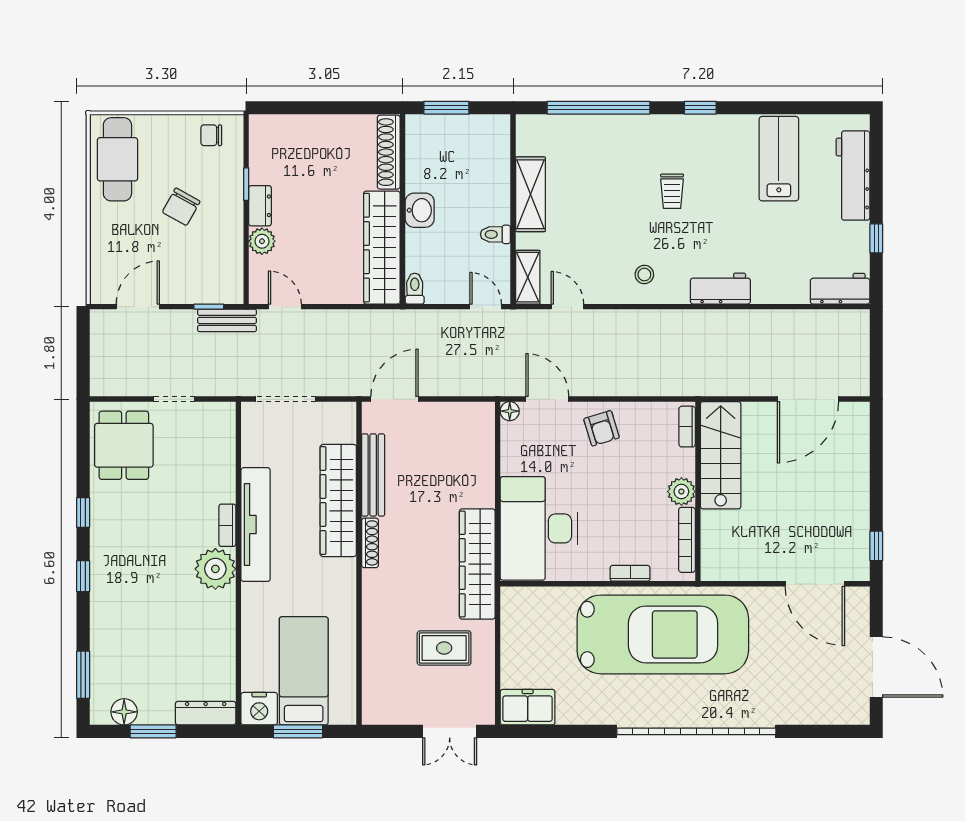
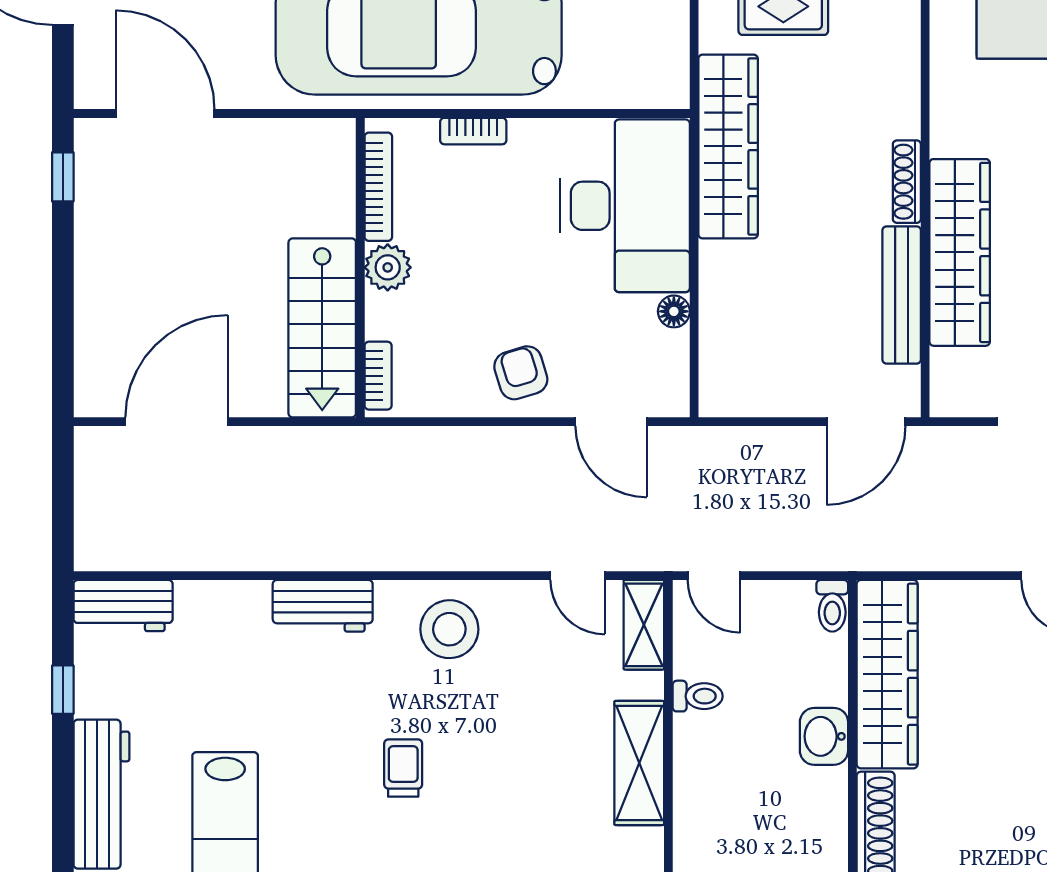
stool: (644, 275) -> (449, 629), width x1.89, depth x1.89
floor lamp: (510, 411) -> (674, 311), moved

